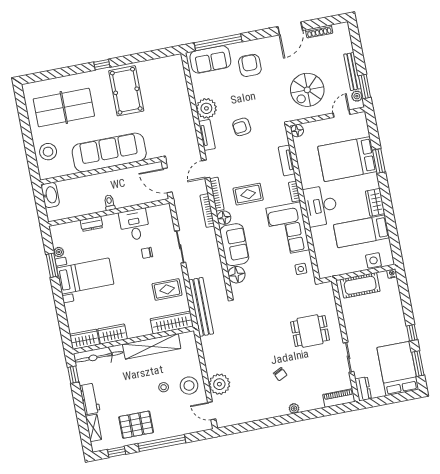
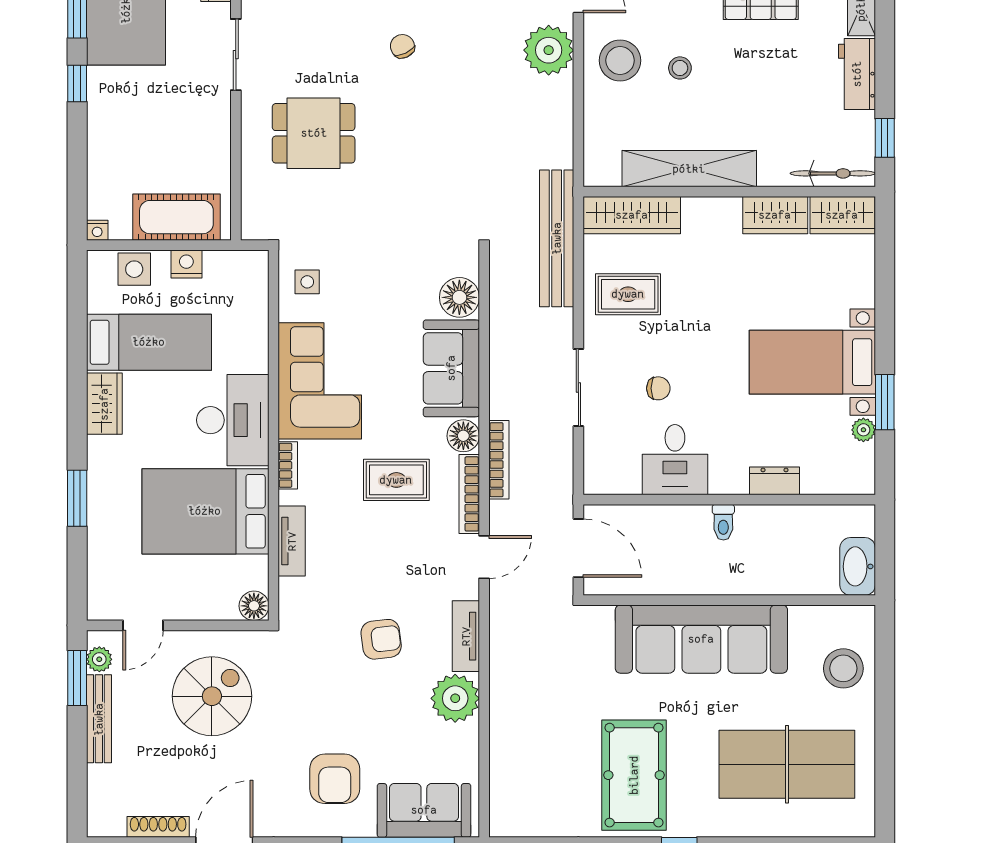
bed: (347, 159) -> (205, 511), moved, turned 180
nightstand: (352, 267) -> (186, 264), added
bicycle: (99, 357) -> (833, 173), width x0.73, depth x0.71

